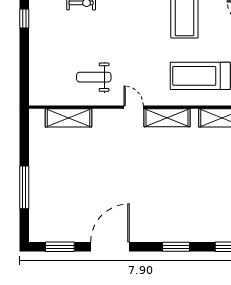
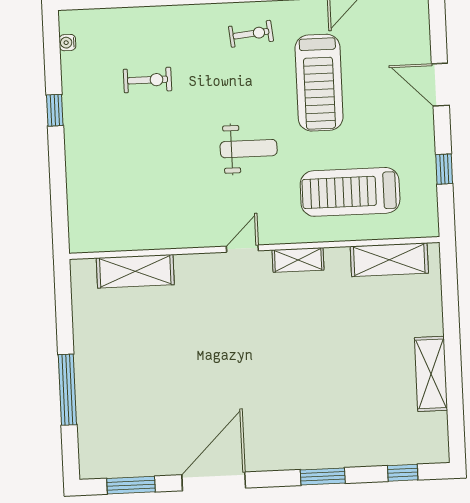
weight bench: (94, 77) -> (249, 149), moved, turned 180
door: (134, 107) -> (242, 249), hinge flipped
shelving: (167, 118) -> (298, 260), width x0.67, depth x0.75

